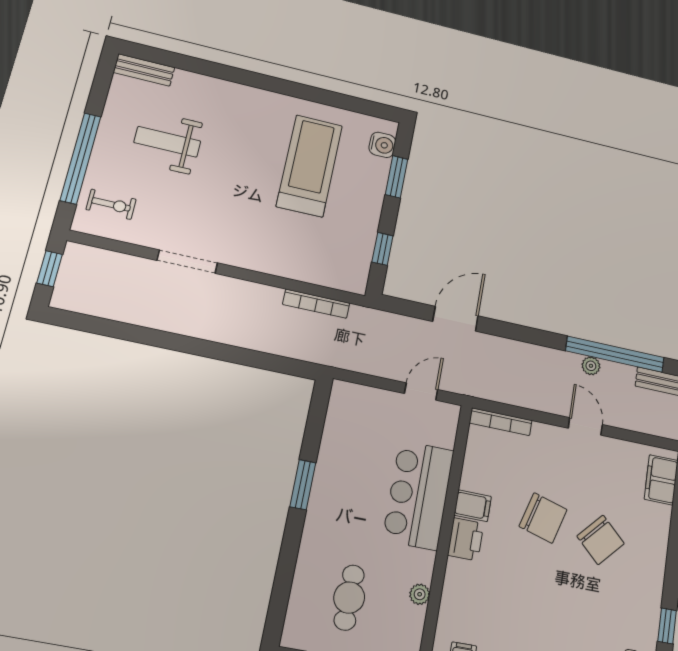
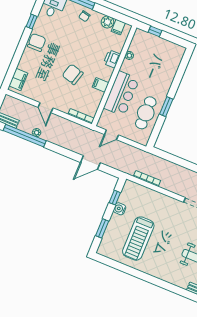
water cooler: (382, 145) -> (120, 209), moved
printer: (466, 539) -> (112, 59), moved
chair: (601, 540) -> (37, 42), moved, turned 46
cafe table: (349, 598) -> (146, 113), moved, width x1.37, depth x1.35

